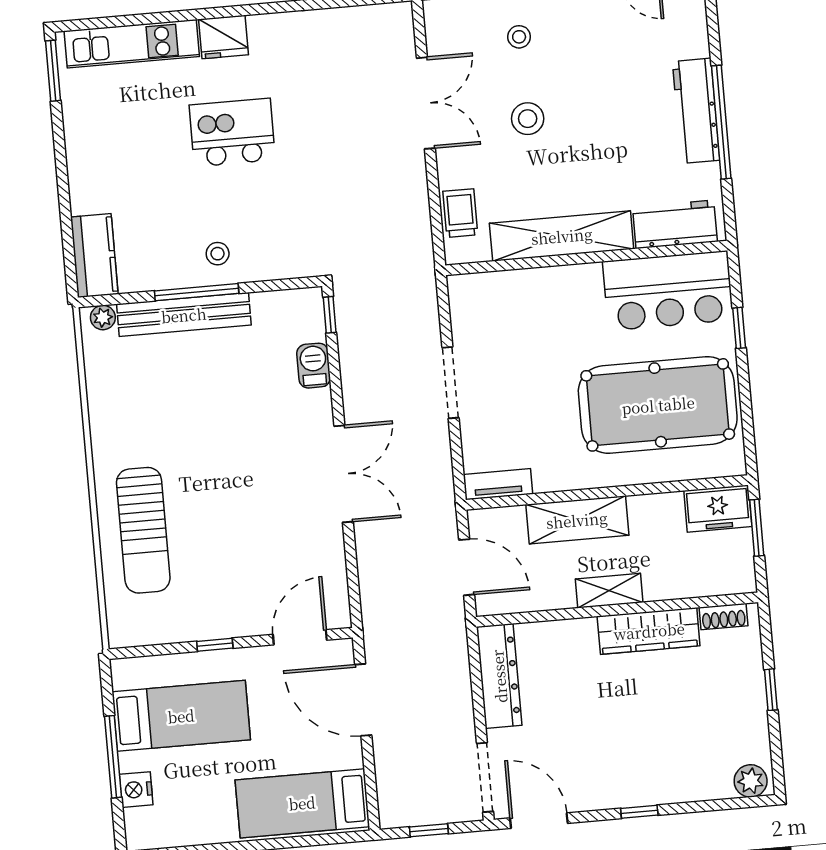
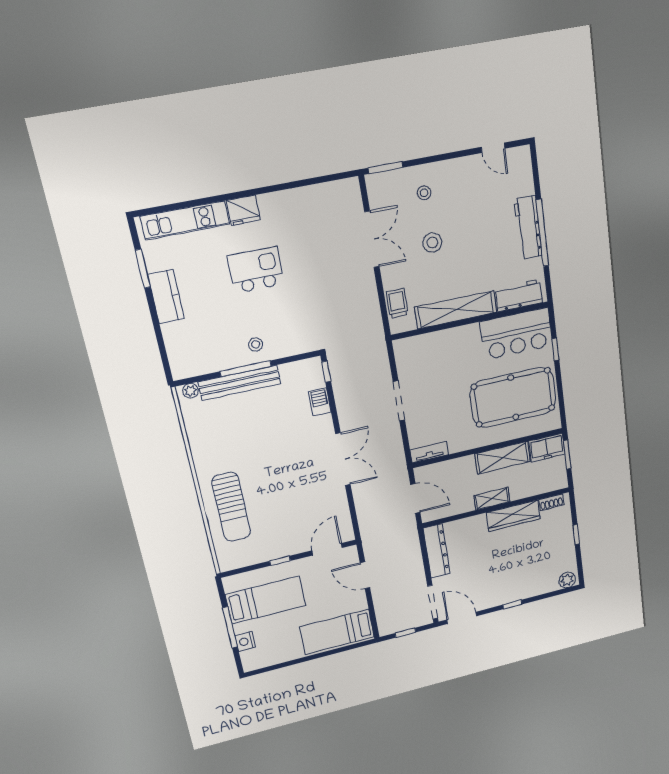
window: (53, 71) -> (143, 269), moved
kitchen counter: (94, 256) -> (166, 297), moved
shelving: (577, 520) -> (503, 458), moved
door: (363, 700) -> (365, 575), width x0.73

